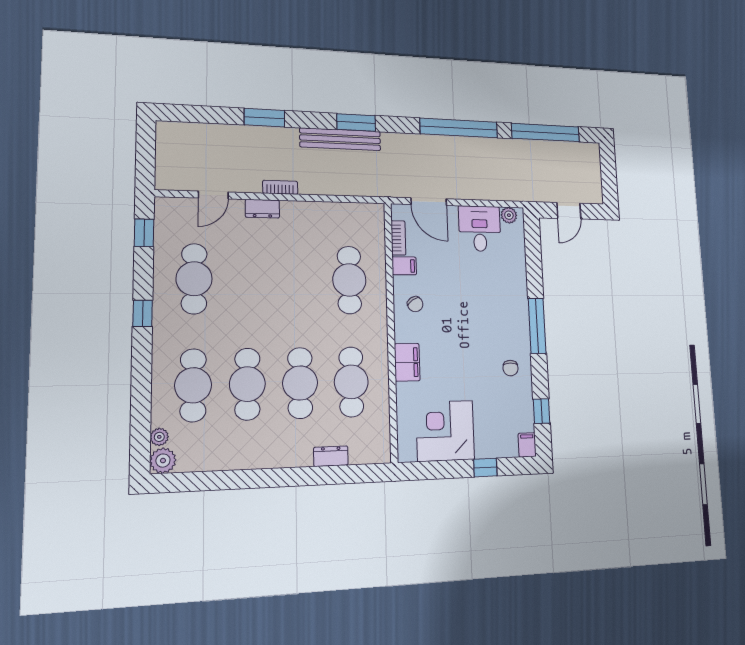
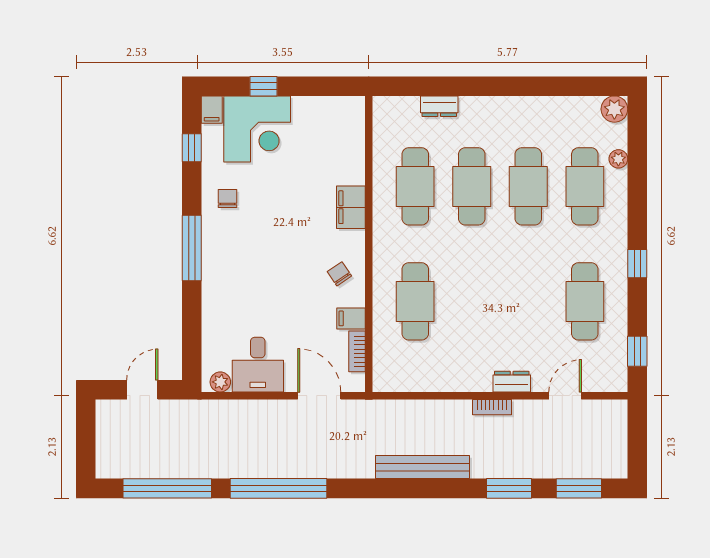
window: (356, 122) -> (579, 488), moved
corner desk: (445, 431) -> (257, 129), moved
plant: (159, 437) -> (618, 159), moved

